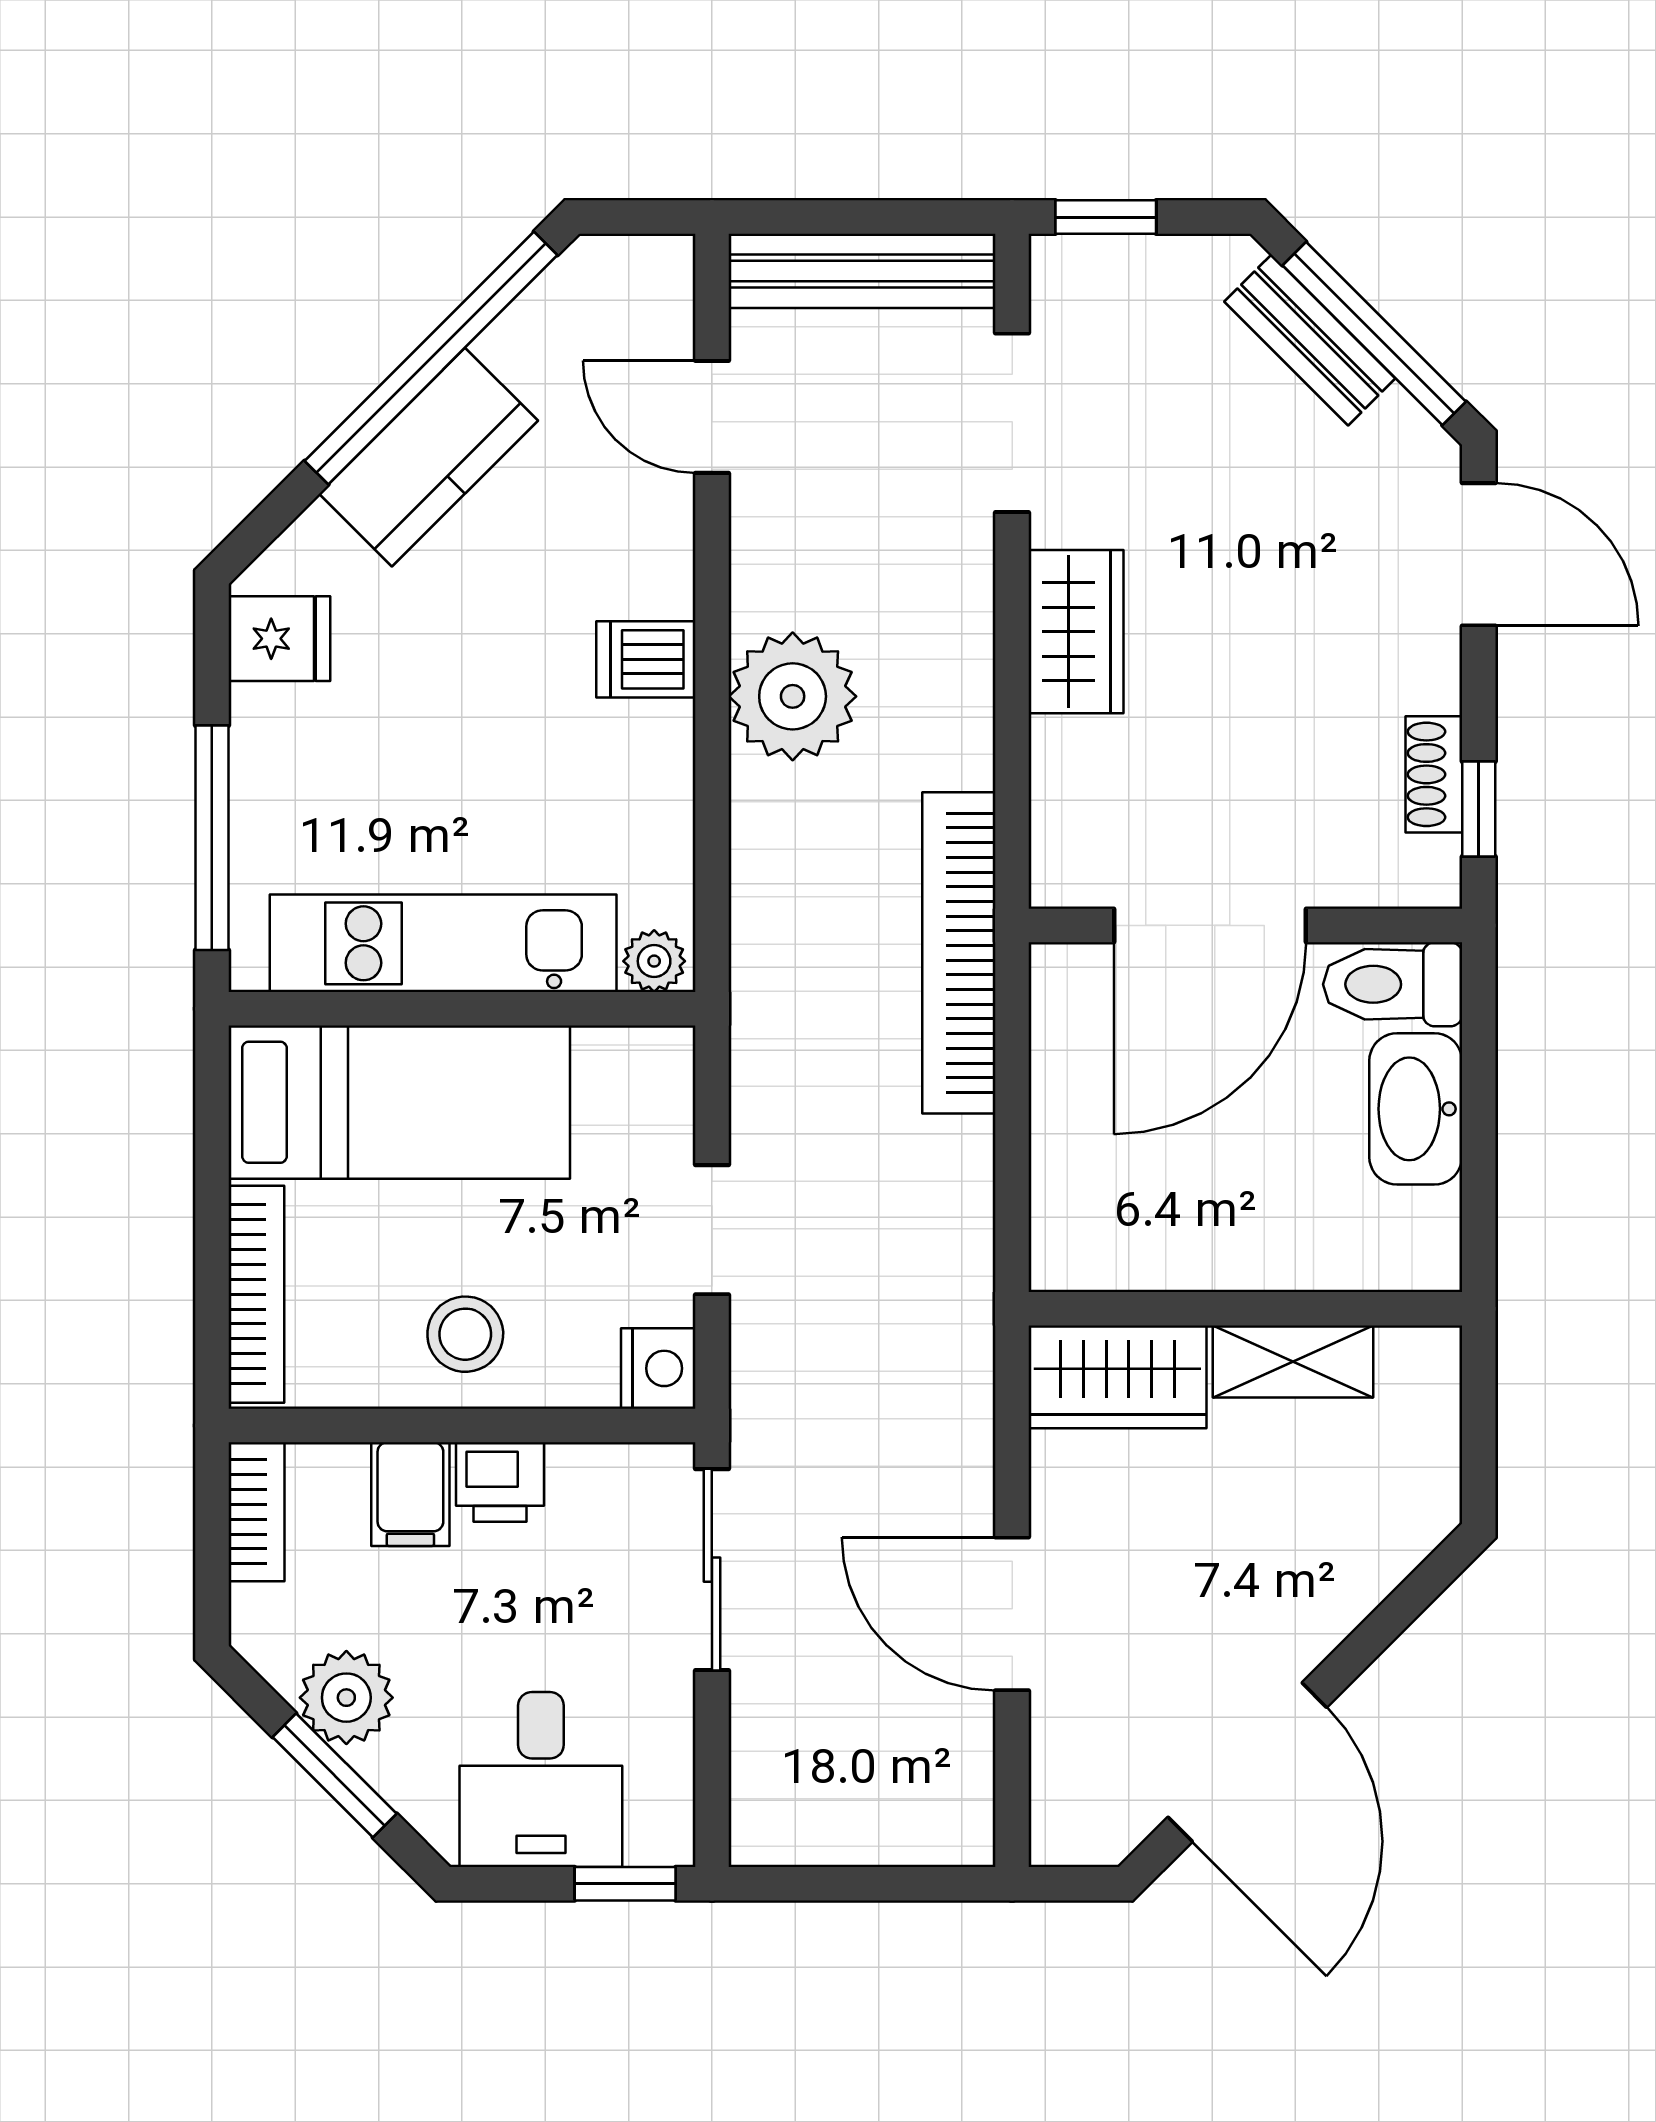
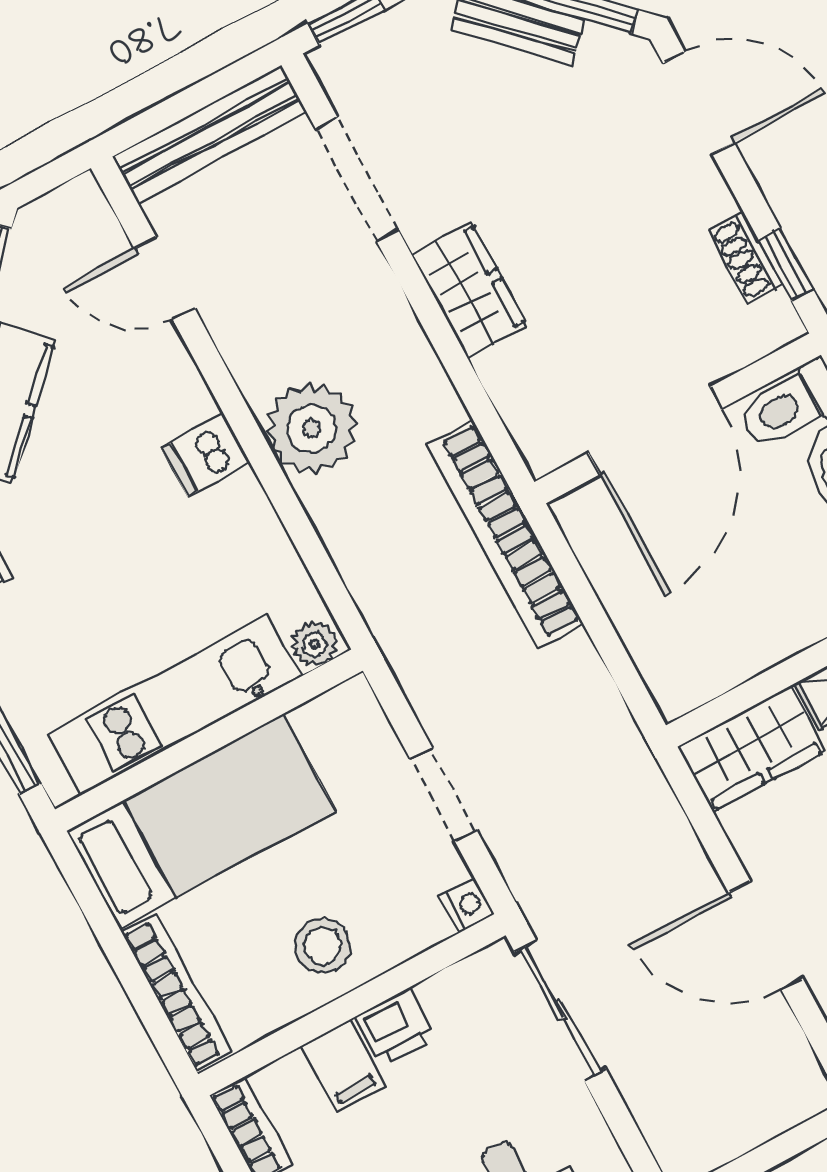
nightstand: (658, 1368) -> (467, 905), width x0.72, depth x0.74

